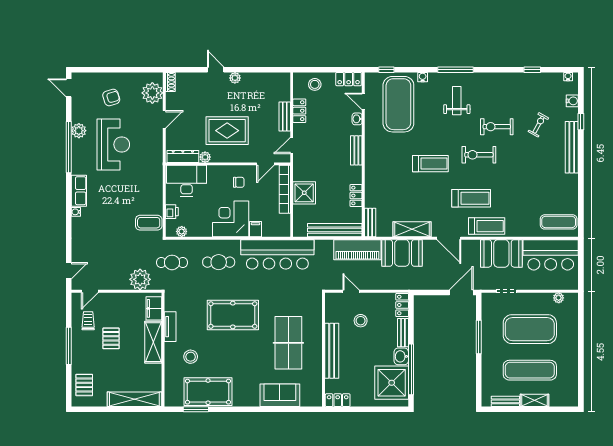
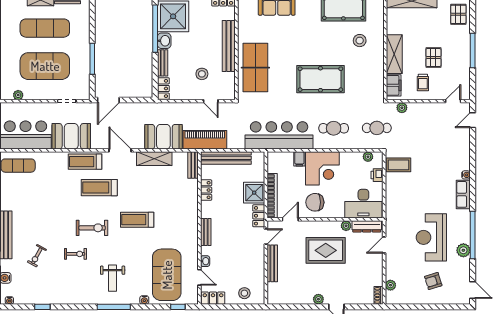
plant: (152, 93) -> (390, 285), width x0.53, depth x0.53
locker: (299, 111) -> (259, 216), moved
bench: (285, 117) -> (272, 263), width x1.36
door: (164, 119) -> (384, 245), moved
exercise bike: (497, 127) -> (76, 254), width x0.73, depth x0.72
chair: (239, 182) -> (315, 202), width x1.87, depth x1.87
plant: (140, 279) -> (402, 108), width x0.53, depth x0.53
trolley: (88, 321) -> (423, 82), moved
tv unit: (170, 327) -> (379, 68), removed
table tennis table: (288, 343) -> (255, 68), moved

